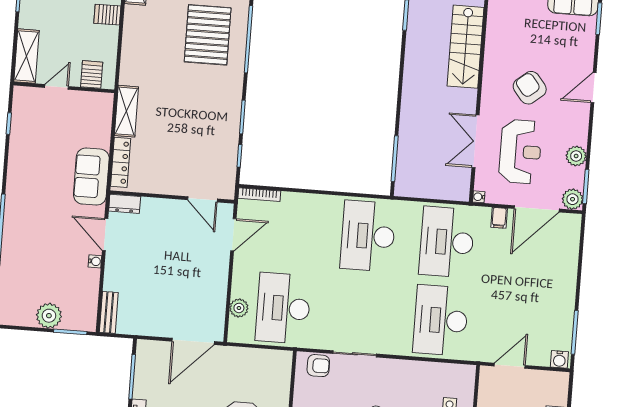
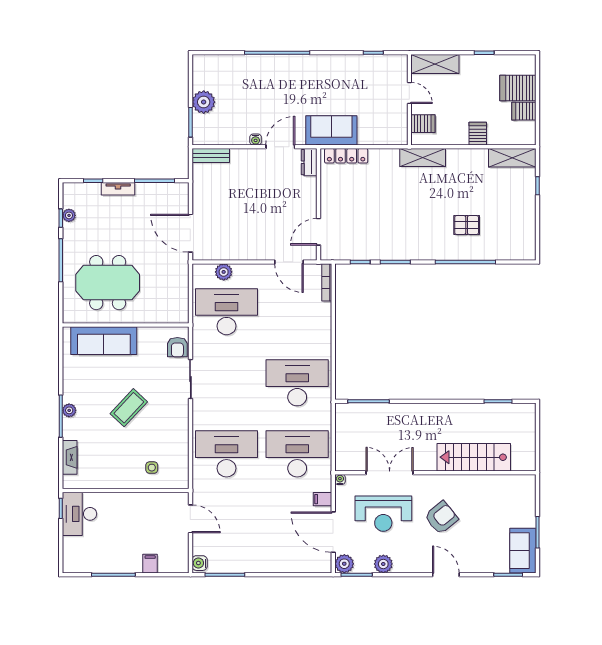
pallet: (208, 35) -> (467, 225), width x0.49, depth x0.50
shelving: (126, 111) -> (423, 157), moved

